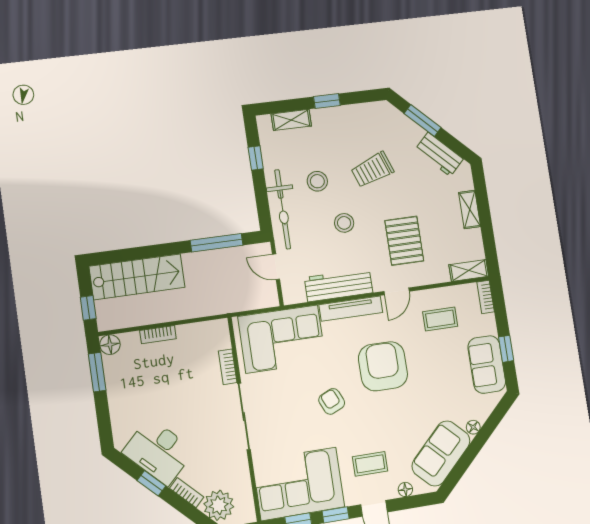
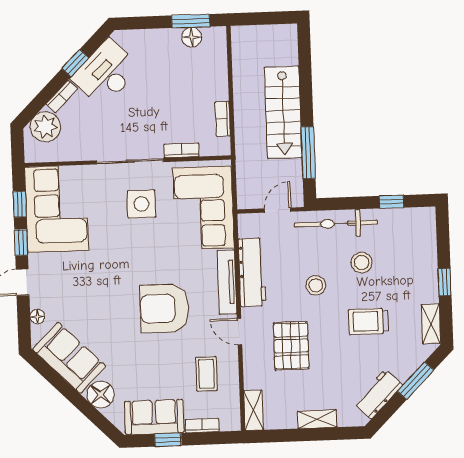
shelving: (291, 120) -> (431, 324), moved
trolley: (372, 170) -> (368, 321), turned -70
pallet: (404, 241) -> (291, 346), turned 90
stairs: (137, 277) -> (283, 112), moved
bookcase: (486, 297) -> (202, 426), moved
window: (88, 308) -> (256, 19), removed
bookcase: (158, 335) -> (223, 119), moved
floor lamp: (110, 345) -> (192, 37), moved
armchair: (383, 366) -> (164, 308), turned 180
side table: (285, 400) -> (141, 204), added
armchair: (332, 401) -> (135, 252), removed
floor lamp: (473, 427) -> (101, 394), width x1.89, depth x1.89
coffee table: (370, 464) -> (67, 283), removed

